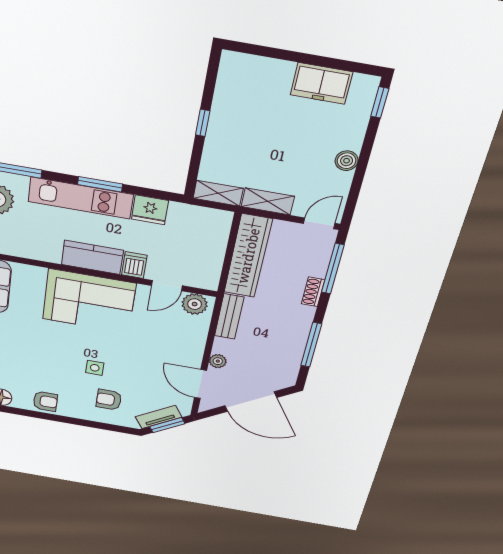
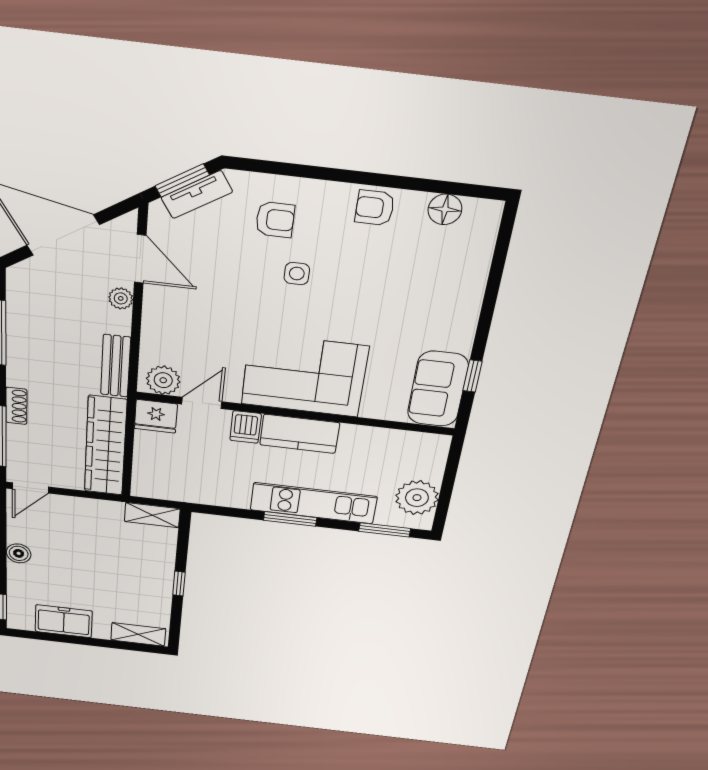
shelving: (268, 201) -> (138, 634), moved
fridge: (150, 210) -> (156, 416), moved, turned 180

